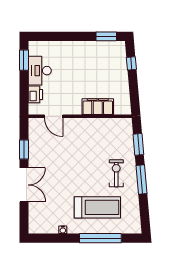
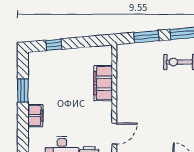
window: (106, 36) -> (23, 91), moved
filing cabinet: (69, 47) -> (35, 116), added

